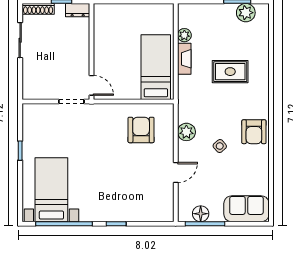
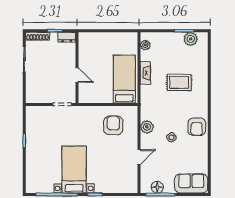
plant: (184, 35) -> (145, 45), moved
door: (92, 85) -> (77, 75), moved
bed with nightstands: (51, 190) -> (74, 169), moved

